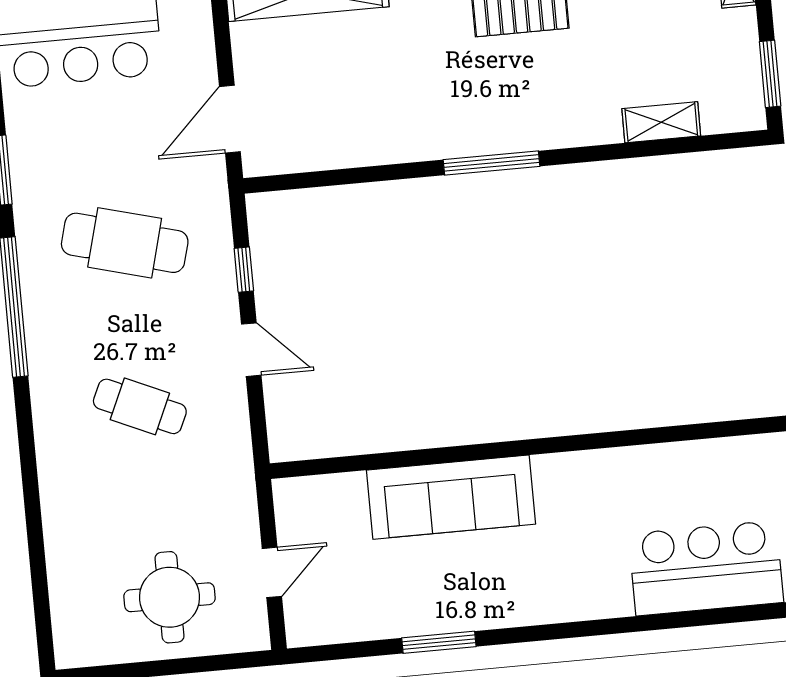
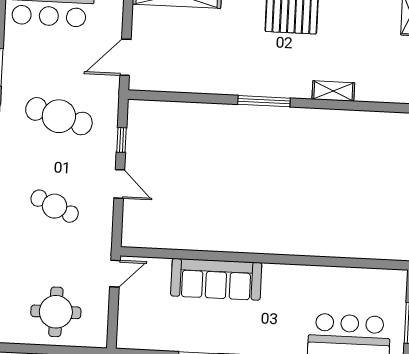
shelving: (661, 122) -> (333, 91), moved
door: (272, 572) -> (115, 274), moved

